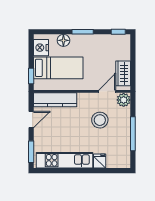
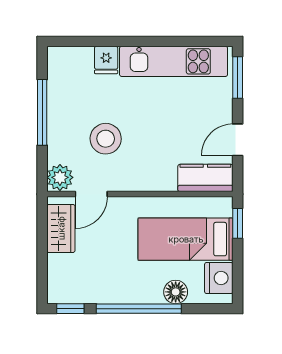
window: (83, 32) -> (139, 309), width x2.11
kitchen counter: (55, 100) -> (205, 178), width x0.67

